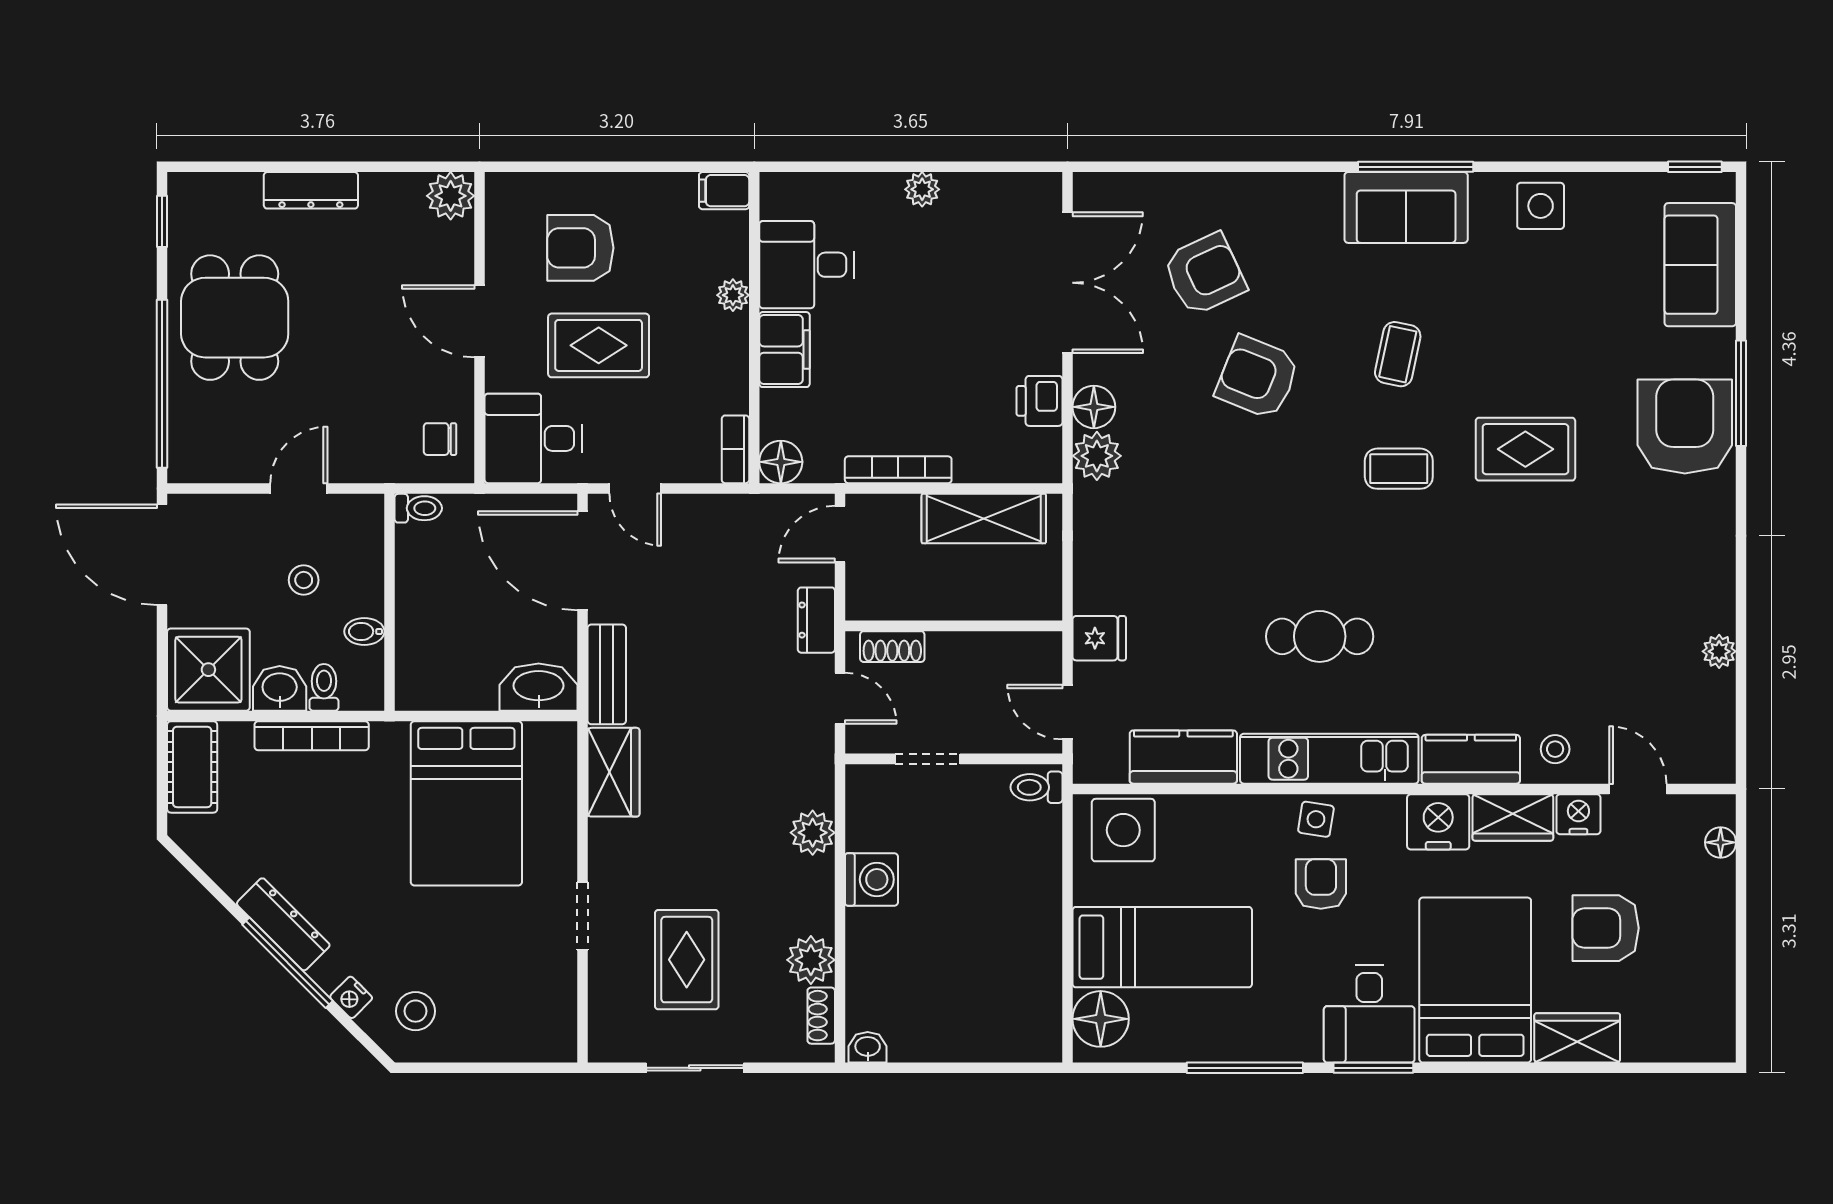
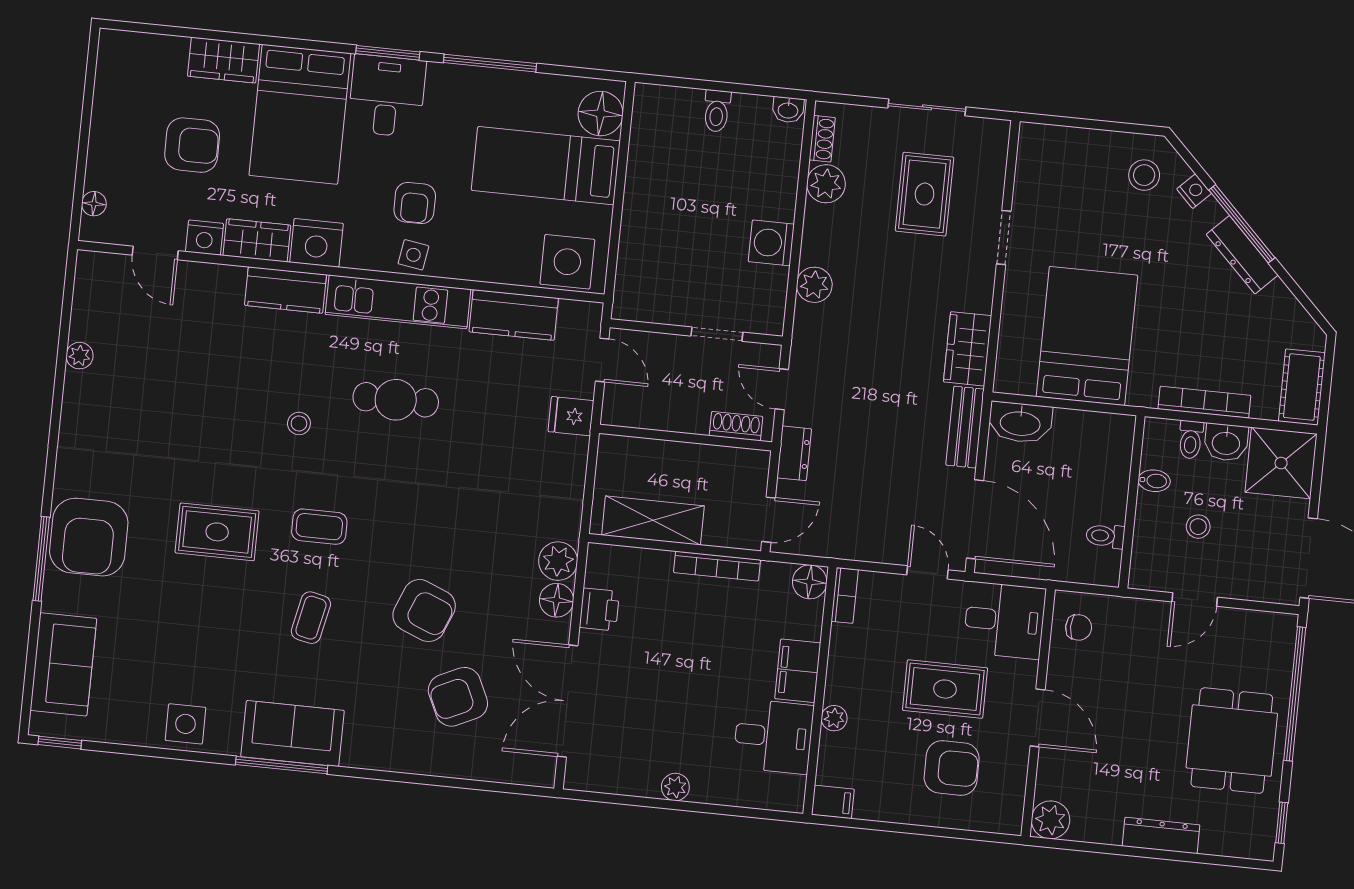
toilet: (418, 508) -> (1105, 536), moved
stool: (1555, 749) -> (299, 423), moved
toilet: (1037, 787) -> (717, 111), moved, turned 90

